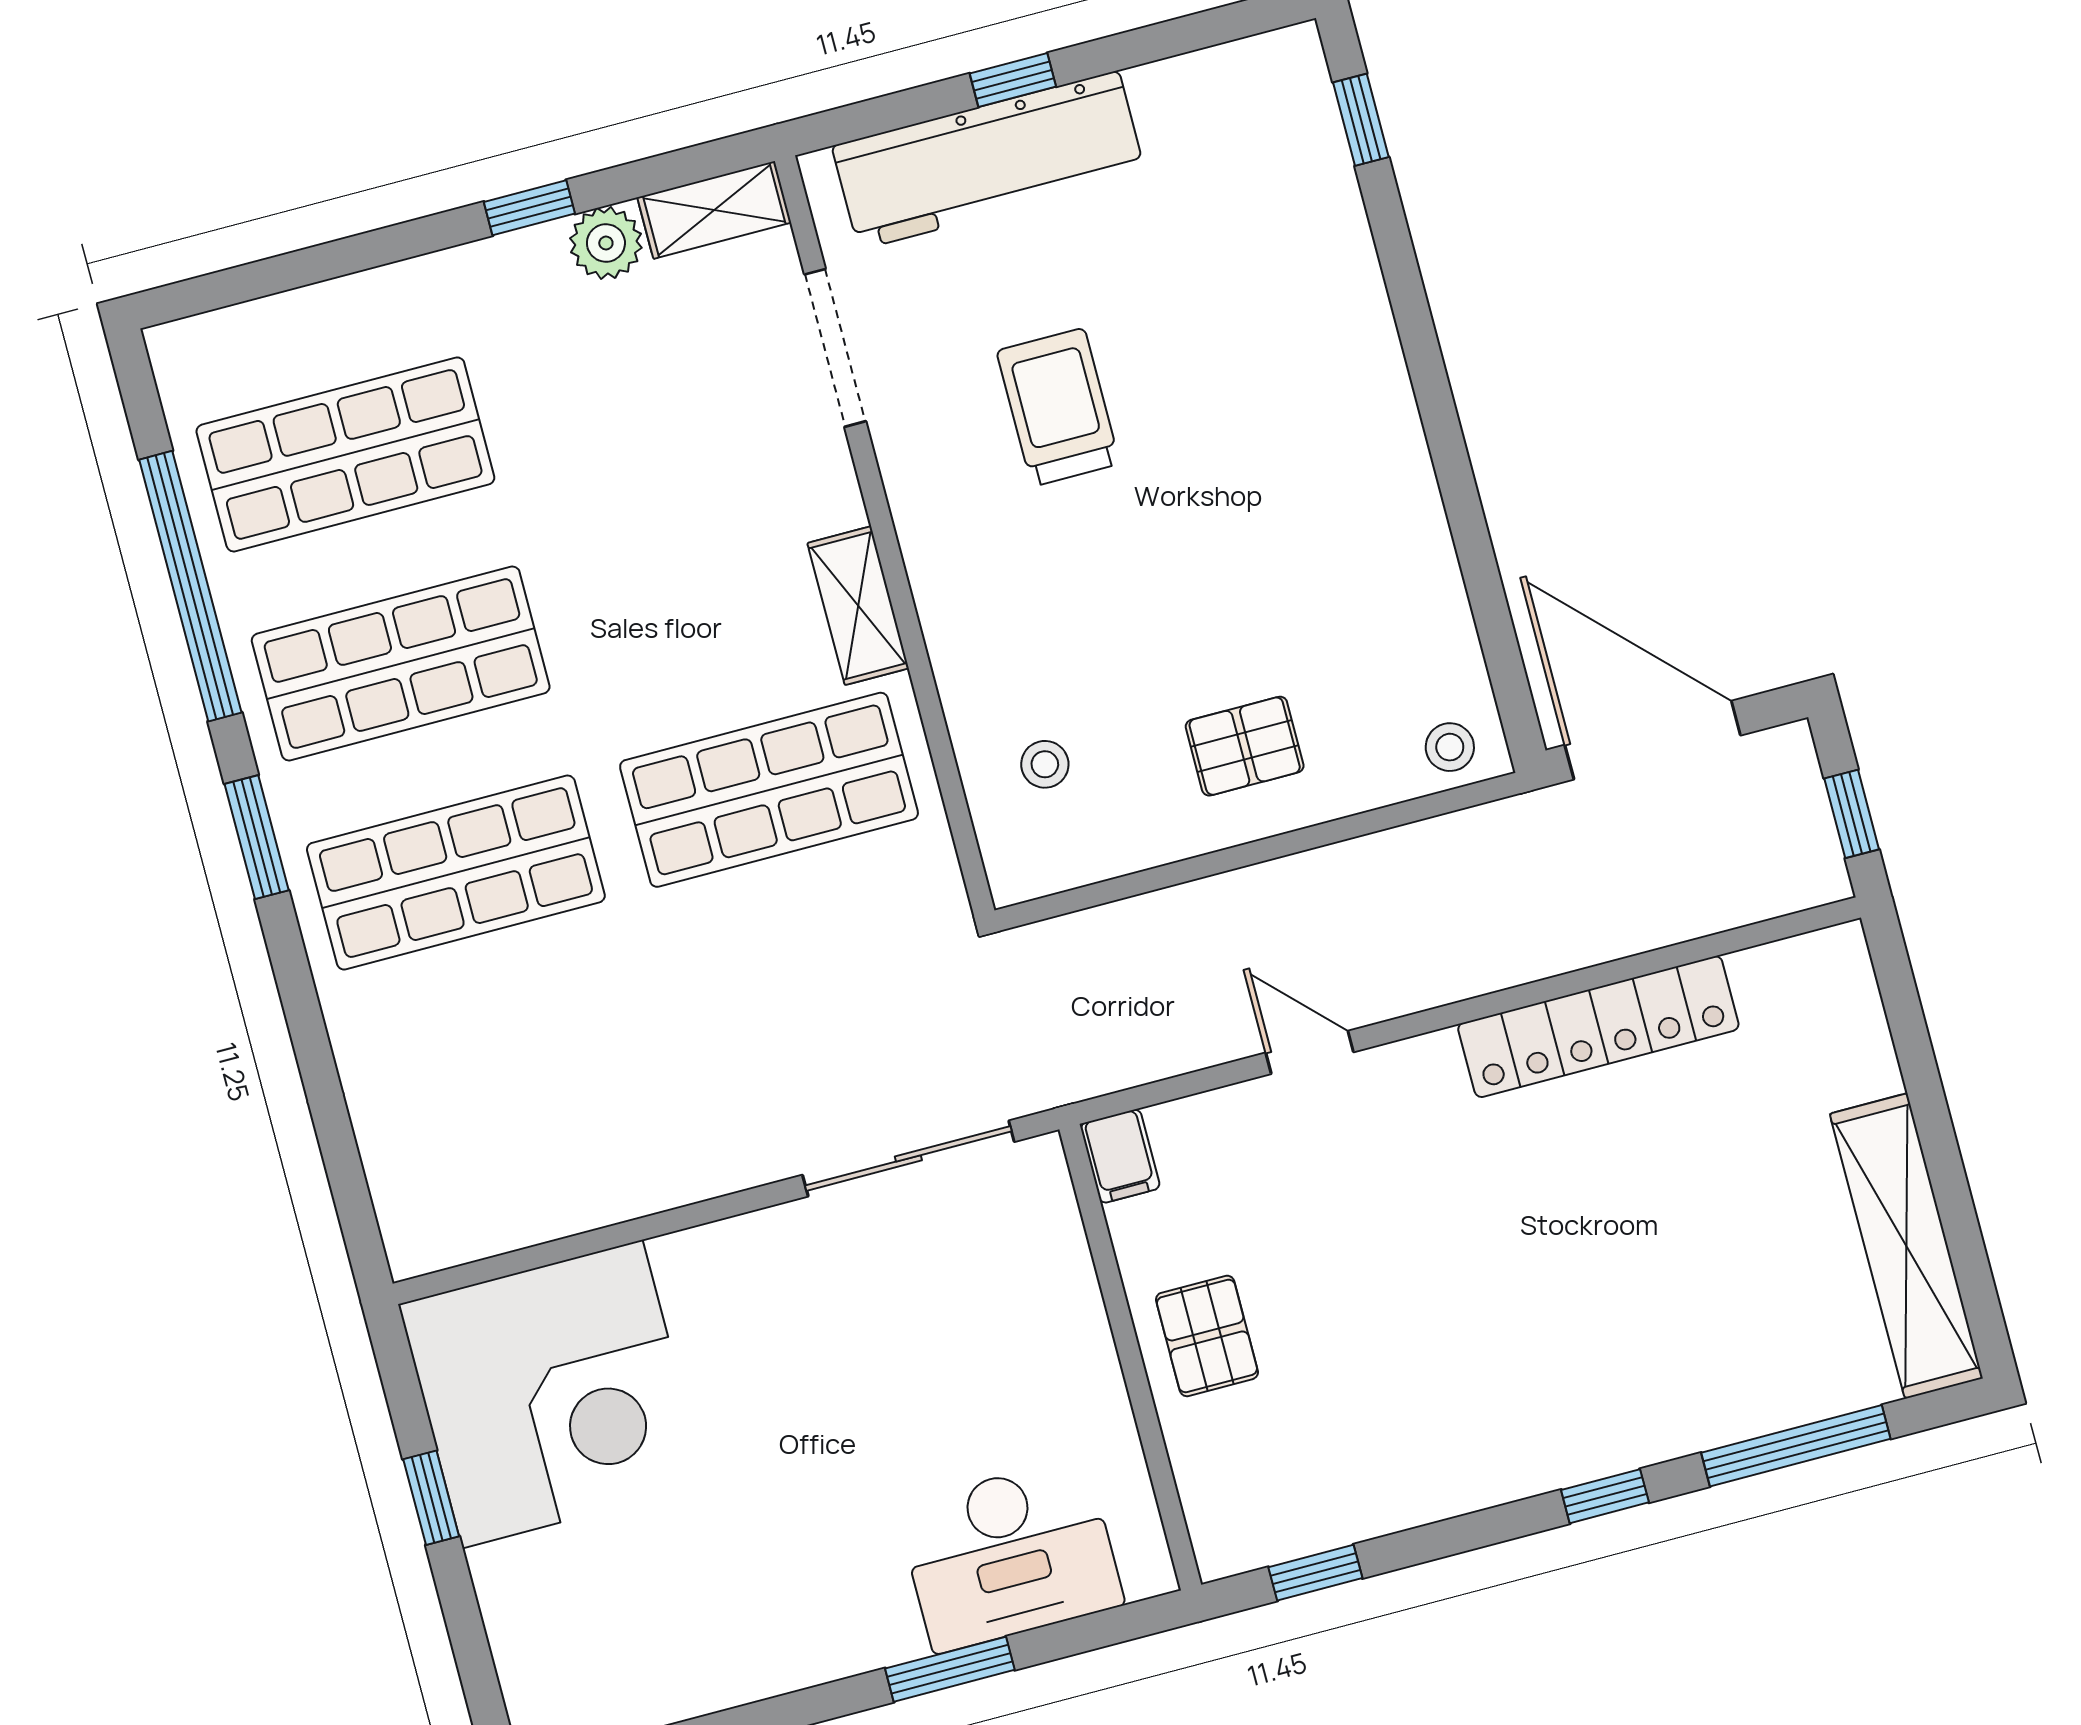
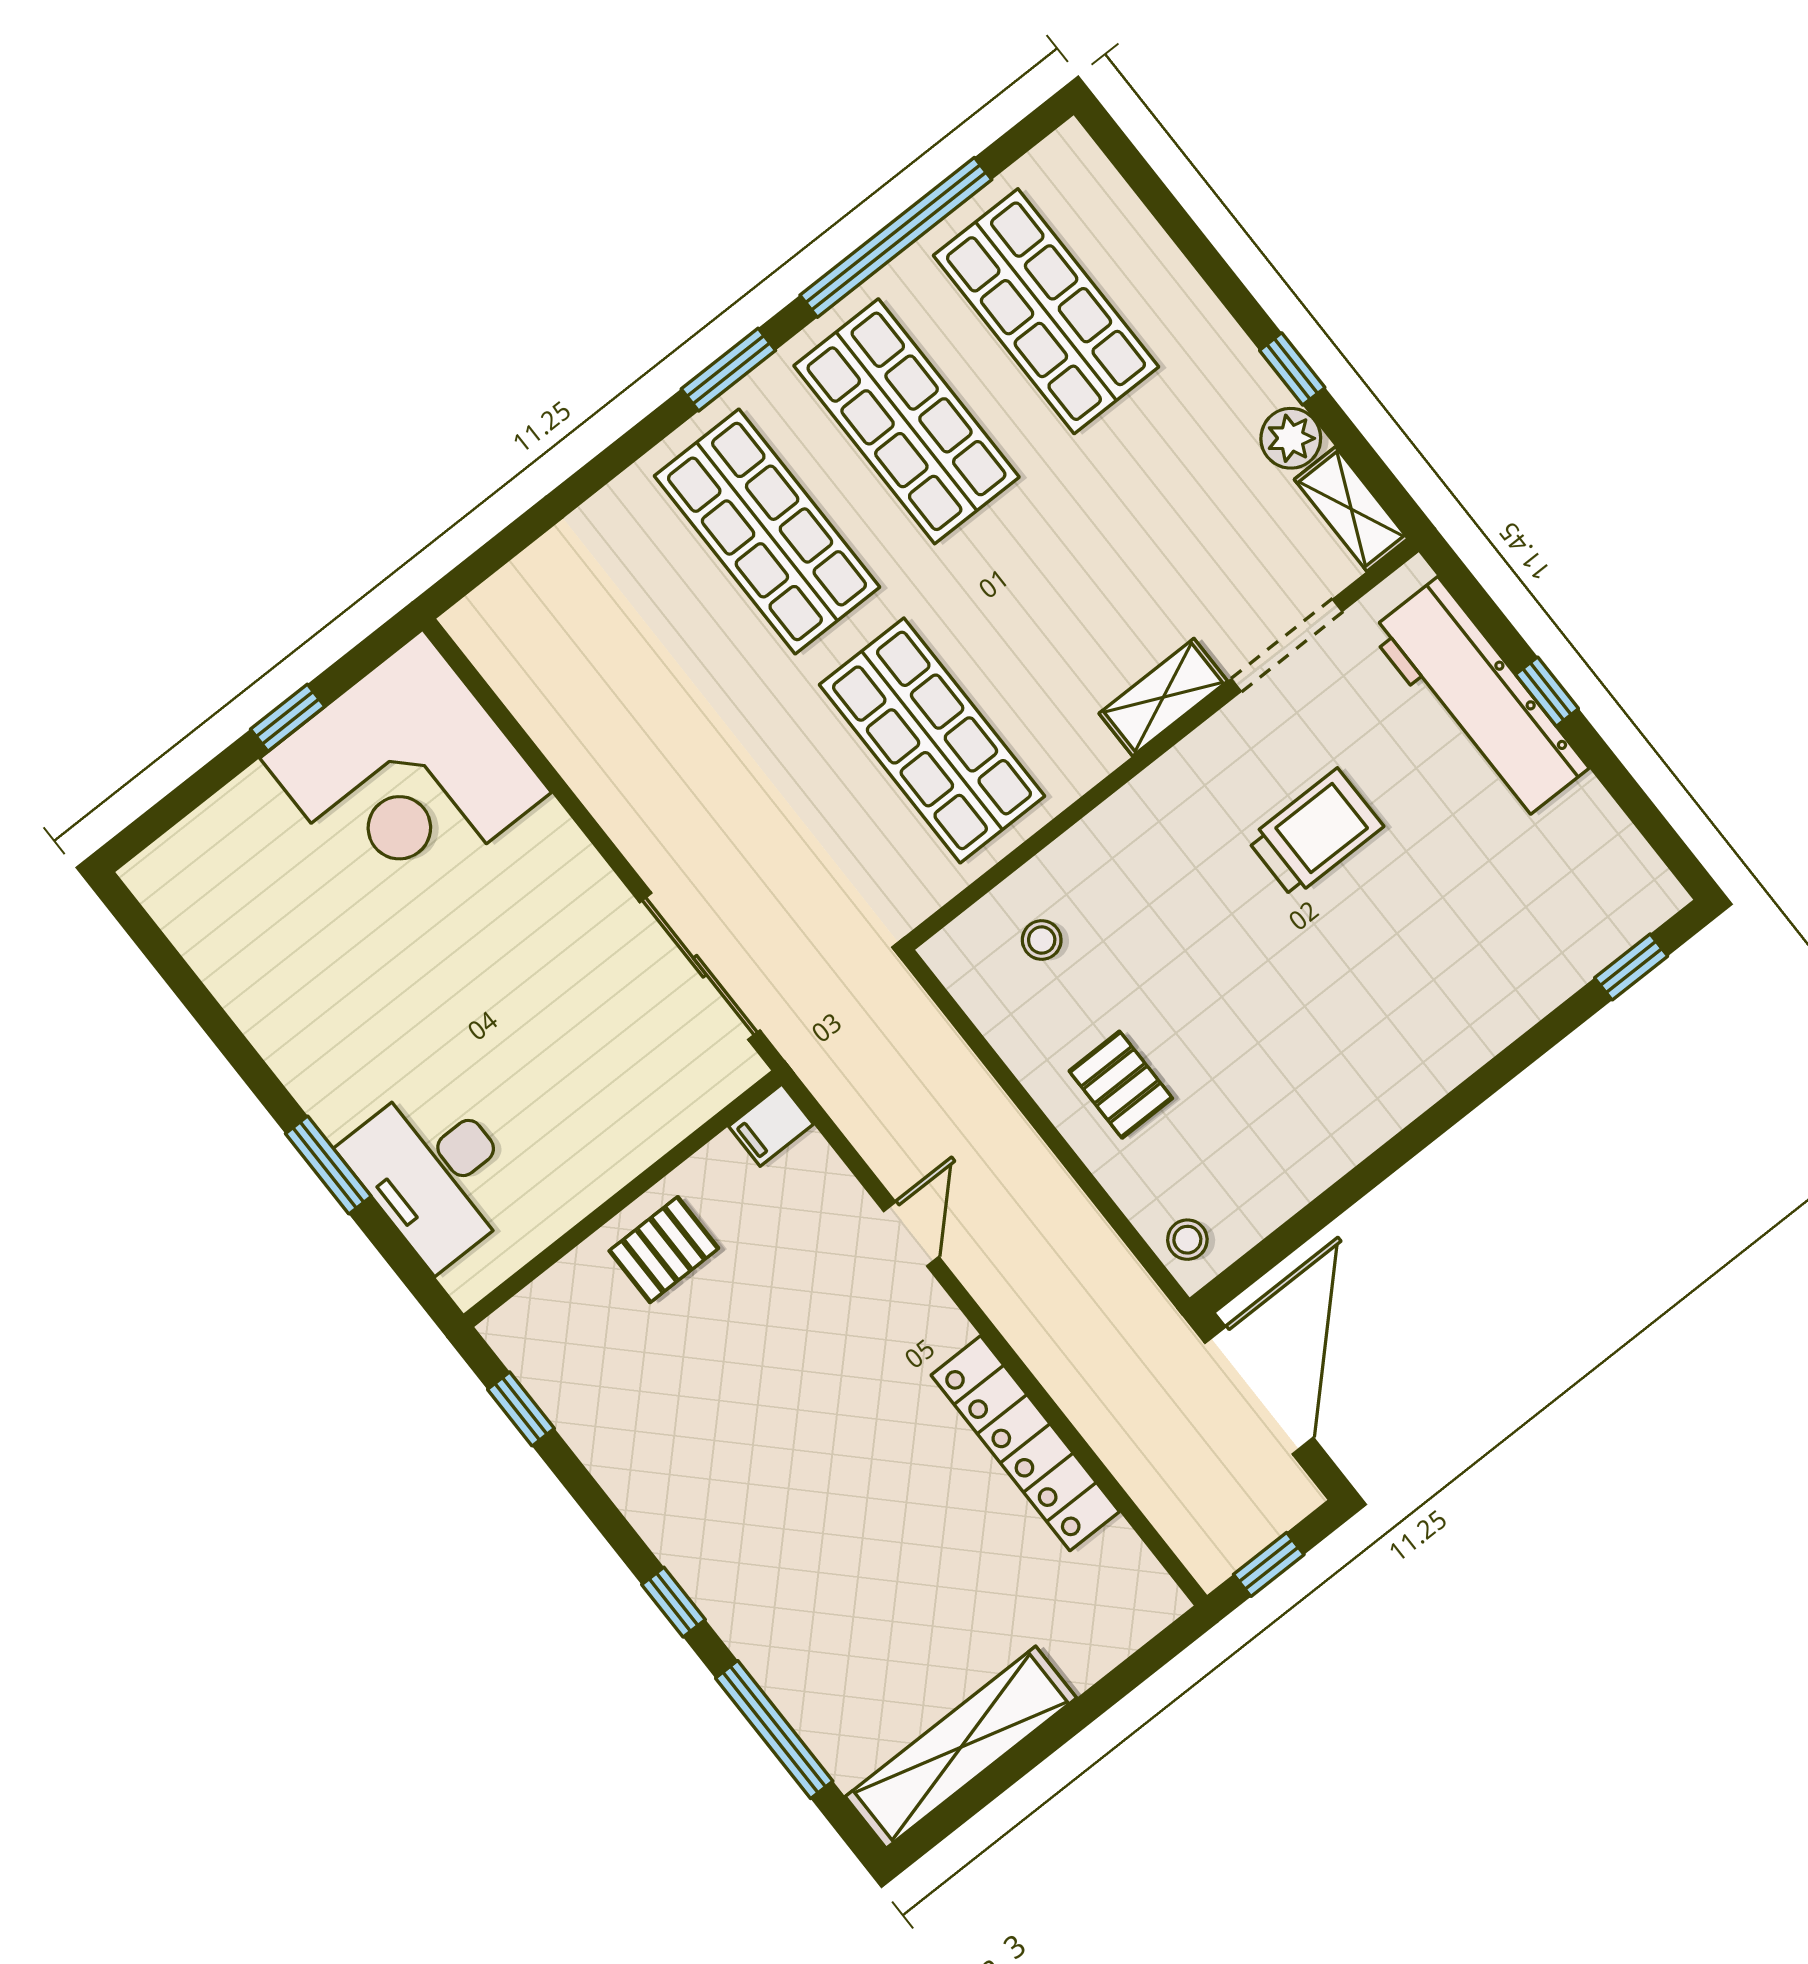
shelving: (858, 606) -> (1163, 697), moved

